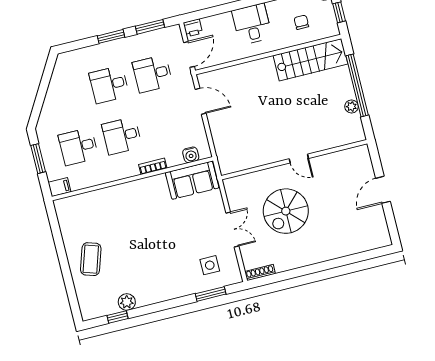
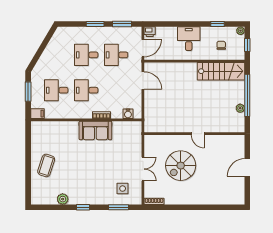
sofa: (192, 180) -> (95, 130), moved
window: (117, 317) -> (83, 207), moved

